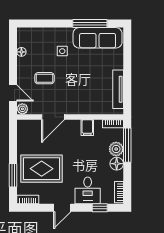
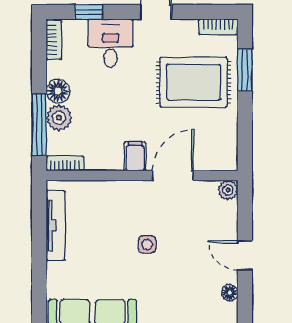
side table: (62, 51) -> (147, 245), moved
coffee table: (44, 78) -> (188, 245), removed
door: (13, 93) -> (245, 255), moved
filing cabinet: (87, 128) -> (135, 156), moved

